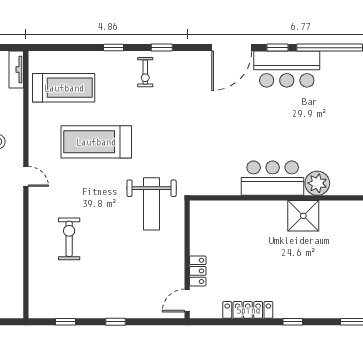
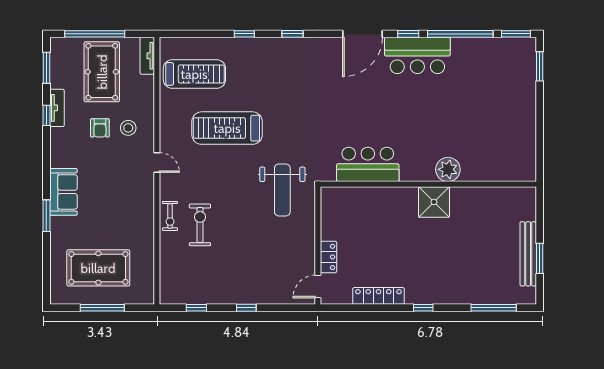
exercise bike: (145, 72) -> (170, 216), moved
bar counter: (273, 178) -> (368, 164), moved

